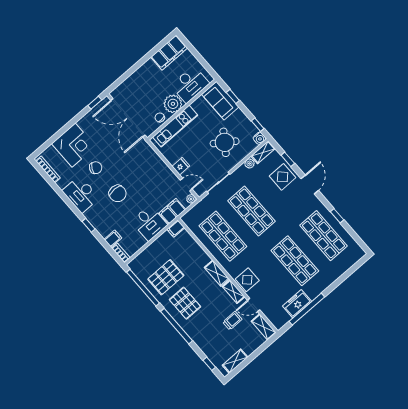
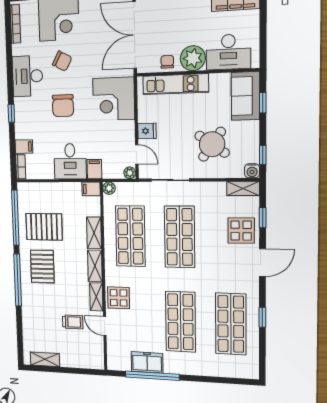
plant: (250, 163) -> (109, 188), moved
corner desk: (145, 164) -> (114, 99), added
filing cabinet: (172, 211) -> (94, 169), width x0.50
shelving: (264, 327) -> (94, 233), moved
window: (209, 364) -> (20, 340), removed

